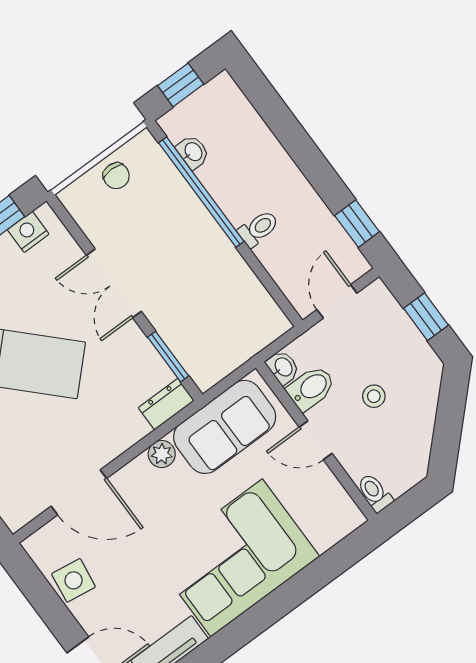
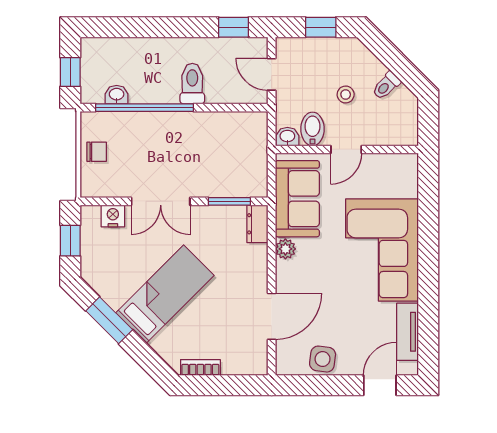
toilet: (258, 229) -> (192, 84), width x1.37, depth x1.39
nightstand: (28, 232) -> (113, 216), moved, turned 90
toilet: (375, 493) -> (386, 86), moved, turned -45

